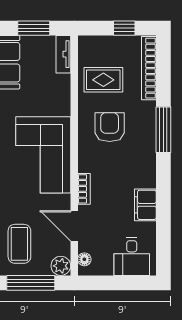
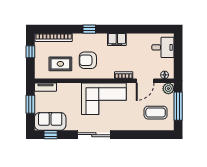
rug: (103, 80) -> (60, 64), turned 90
window: (163, 130) -> (89, 29), width x0.46
filing cabinet: (145, 205) -> (117, 39), moved

